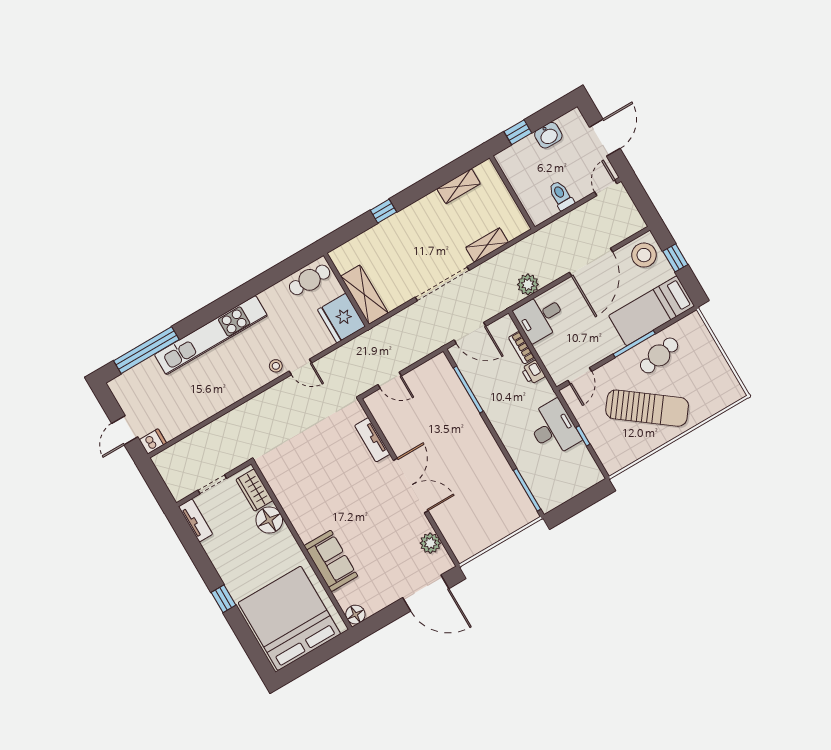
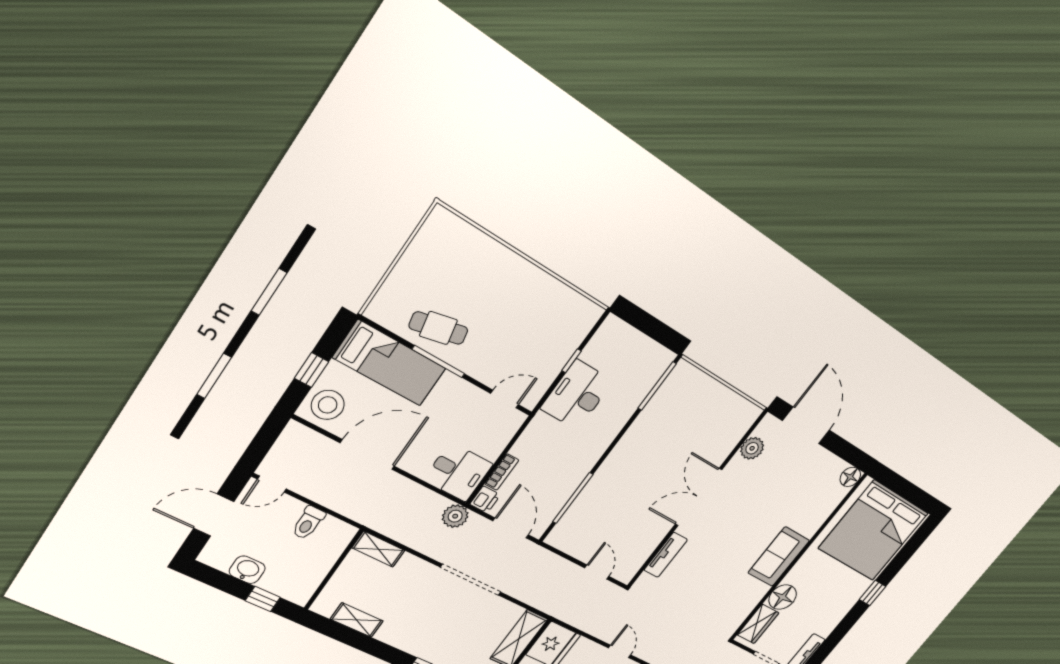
shelving: (487, 245) -> (378, 549), moved
plant: (528, 284) -> (455, 516), moved
printer: (533, 372) -> (485, 500), moved
sun lounger: (647, 408) -> (507, 309), removed
sofa: (331, 561) -> (779, 557), moved

